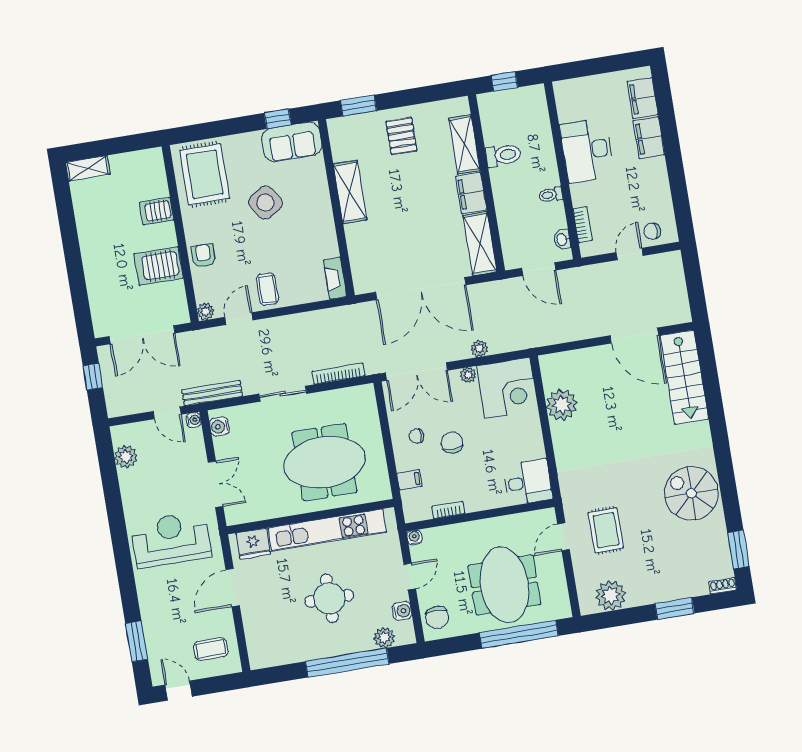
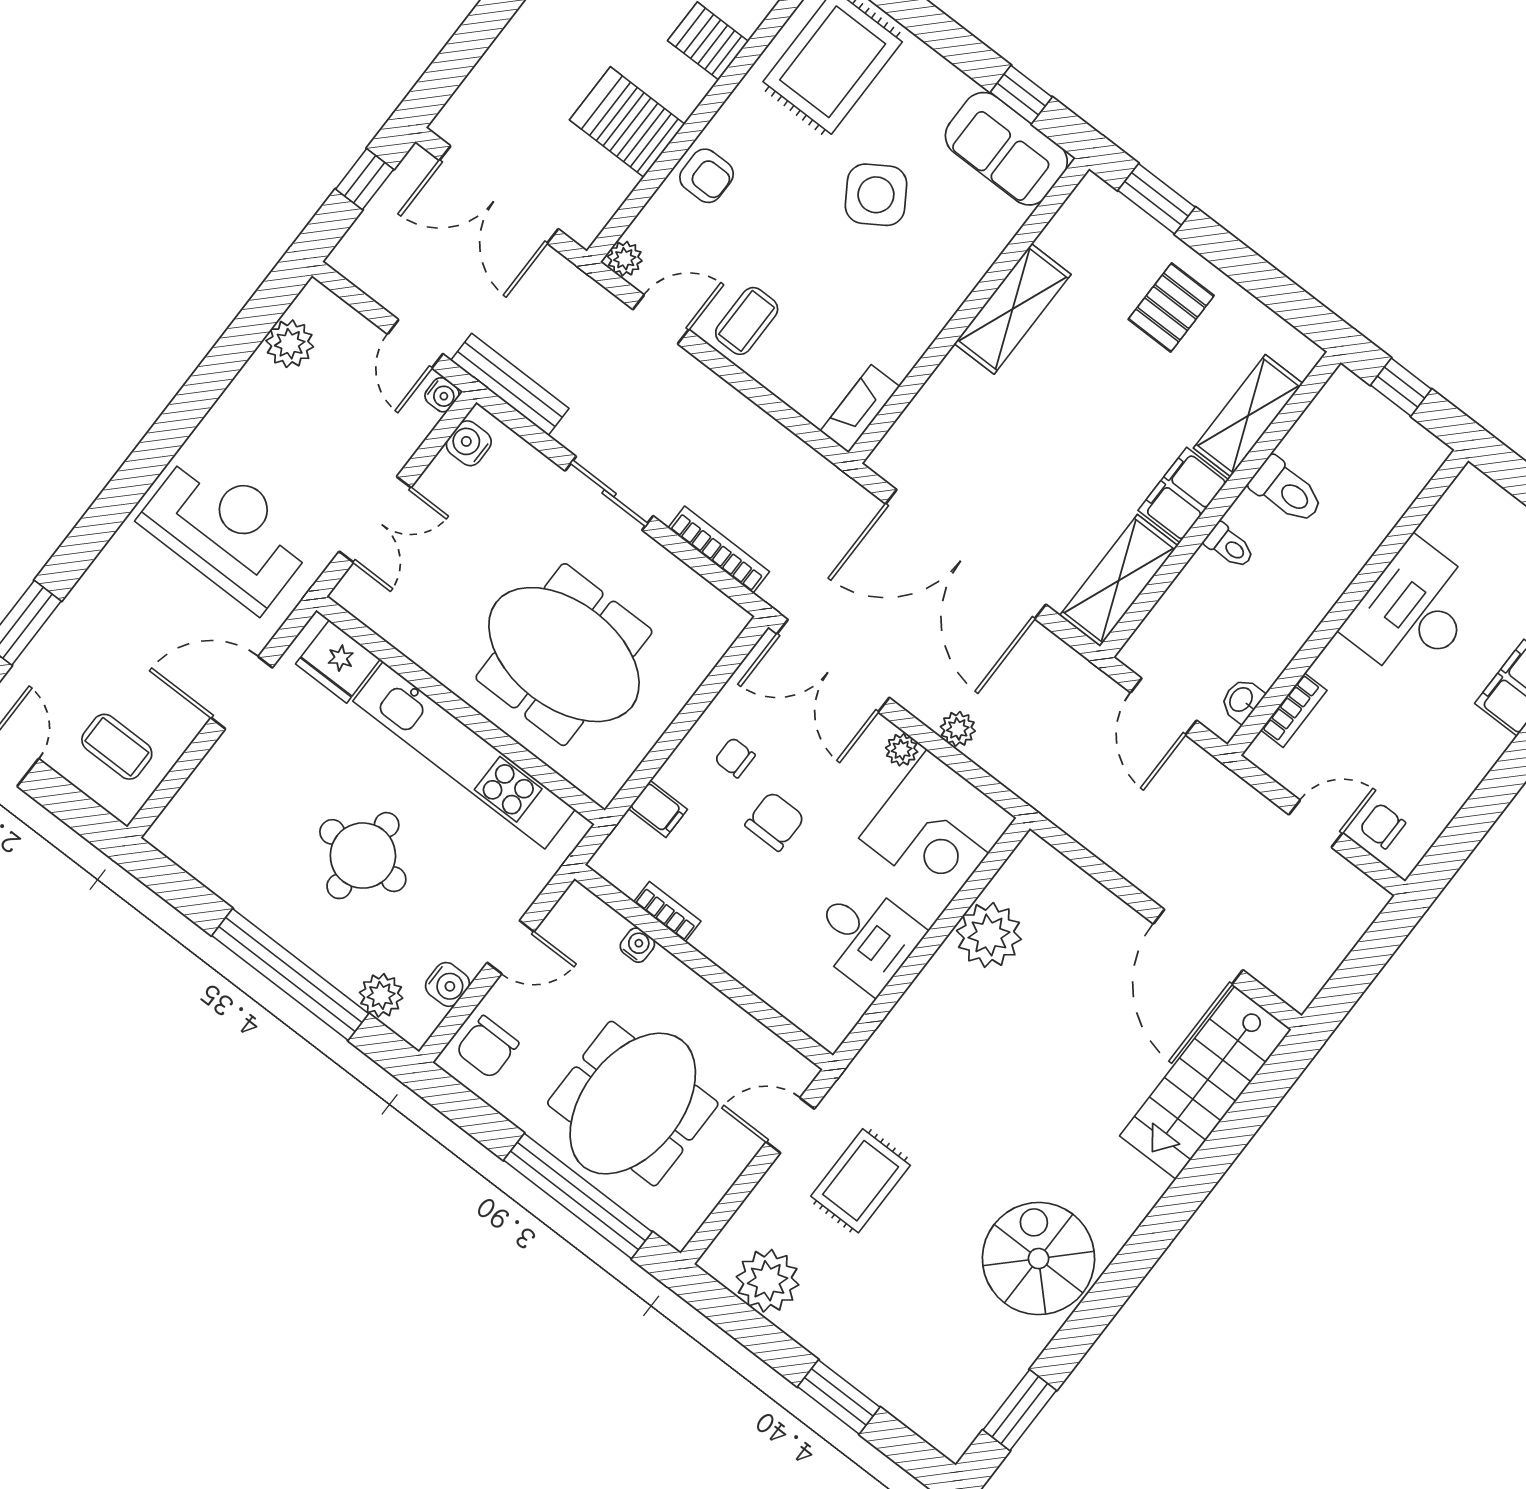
toilet: (551, 195) -> (1229, 546), moved, turned 180
armchair: (203, 256) -> (707, 176), turned 90
desk: (528, 482) -> (866, 937), moved
water cooler: (414, 537) -> (637, 945), moved
shoe rack: (723, 586) -> (942, 1438), removed

